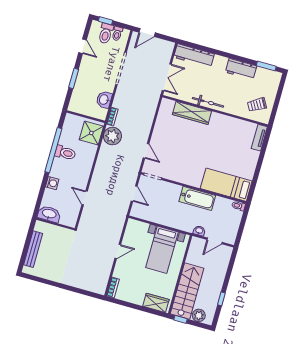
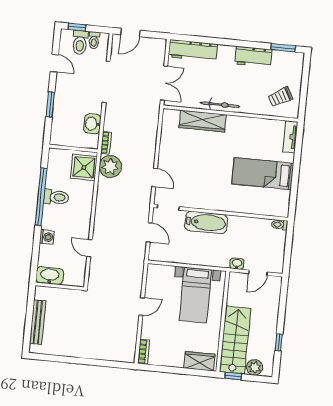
bed: (226, 185) -> (263, 174), moved
bathtub: (197, 198) -> (206, 222), moved

